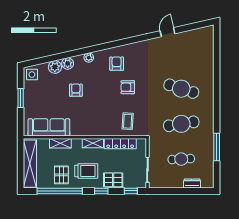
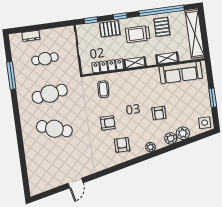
armchair: (117, 64) -> (122, 145), turned 180

